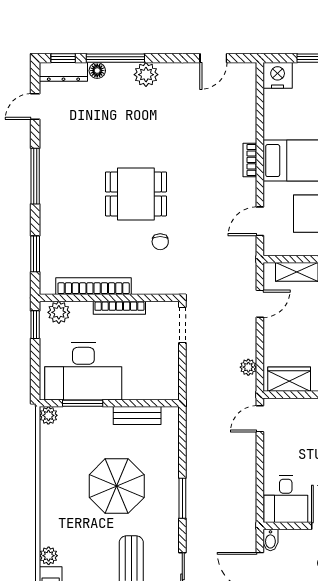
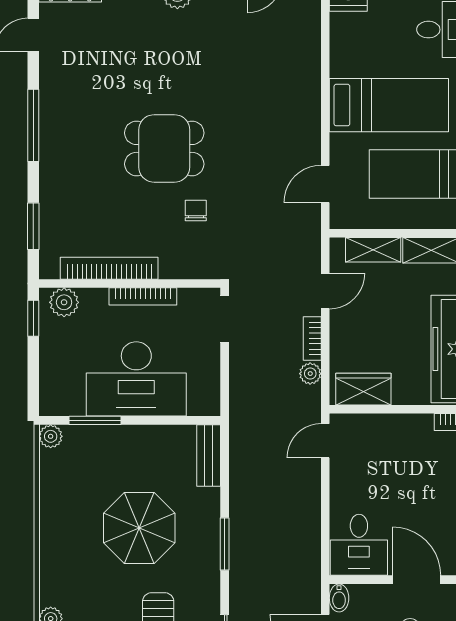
bookcase: (250, 160) -> (312, 339), moved
chair: (160, 242) -> (196, 211), turned 180
desk: (83, 371) -> (136, 379), moved
bench: (137, 416) -> (209, 455), moved, turned 90

